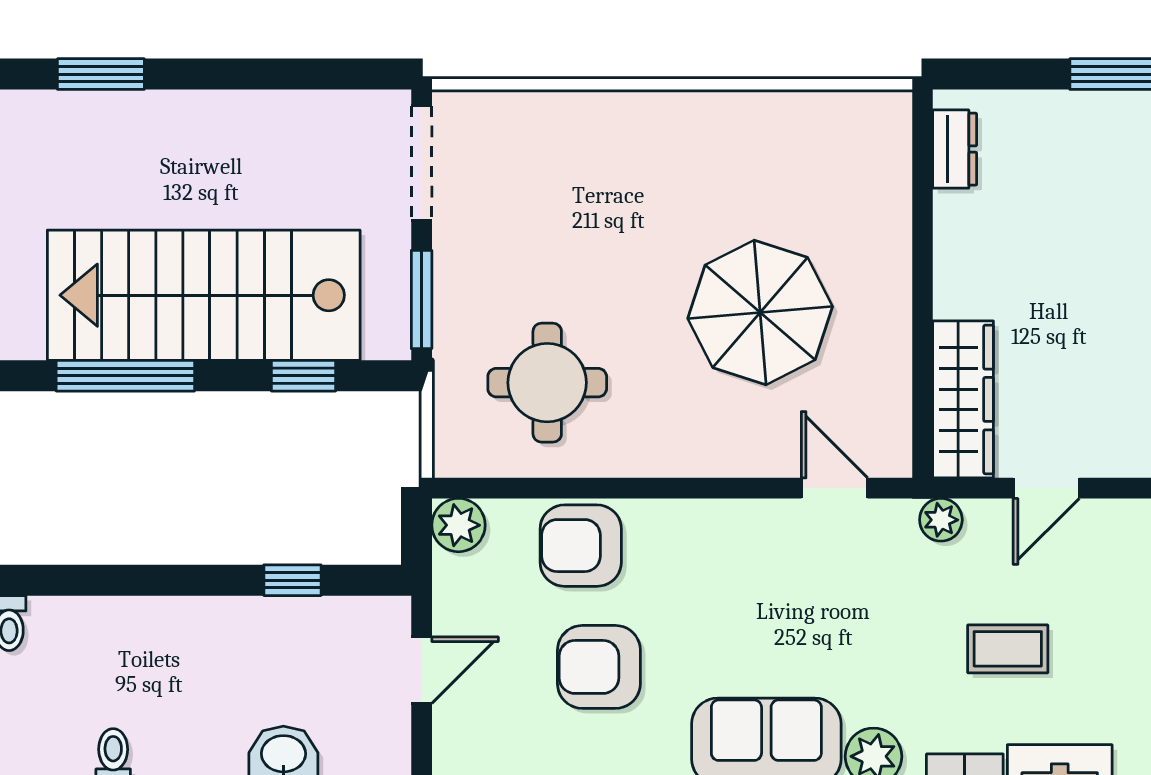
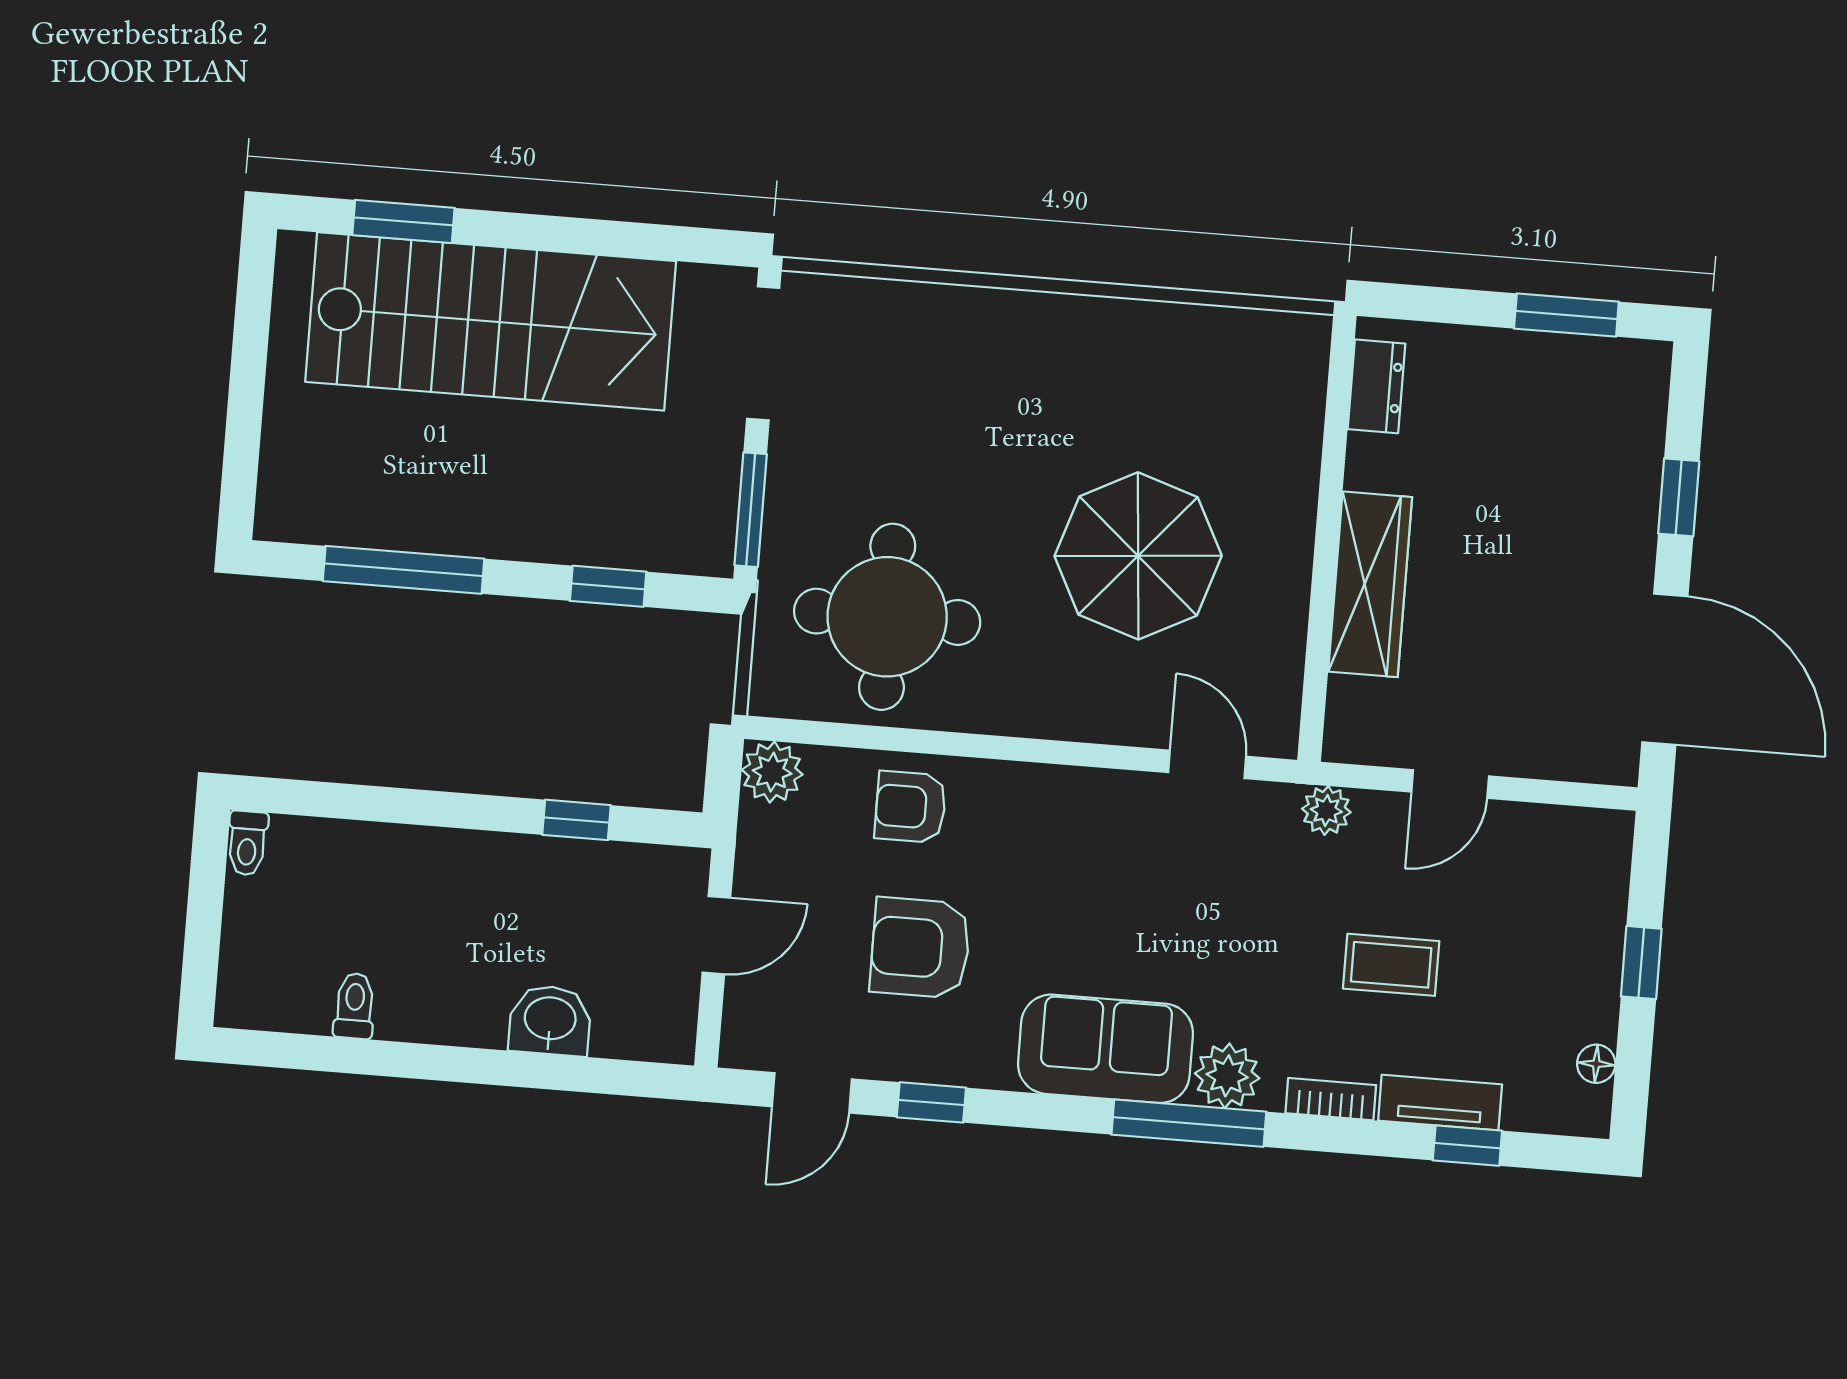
stairs: (204, 295) -> (491, 321), moved, turned 180
round table: (547, 383) -> (887, 617), width x1.36, depth x1.36
wardrobe: (963, 399) -> (1370, 584), moved
armchair: (581, 546) -> (911, 807), width x0.72, depth x0.72

